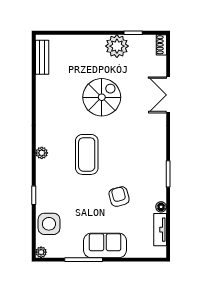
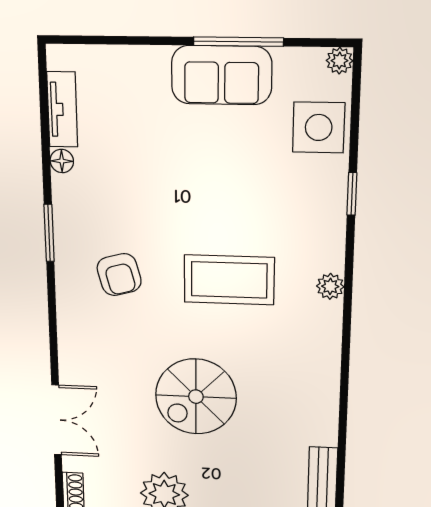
double door: (168, 95) -> (56, 420), moved
coffee table: (87, 154) -> (229, 280), turned 90
armchair: (119, 197) -> (119, 275), moved
sofa: (105, 245) -> (222, 75), moved

